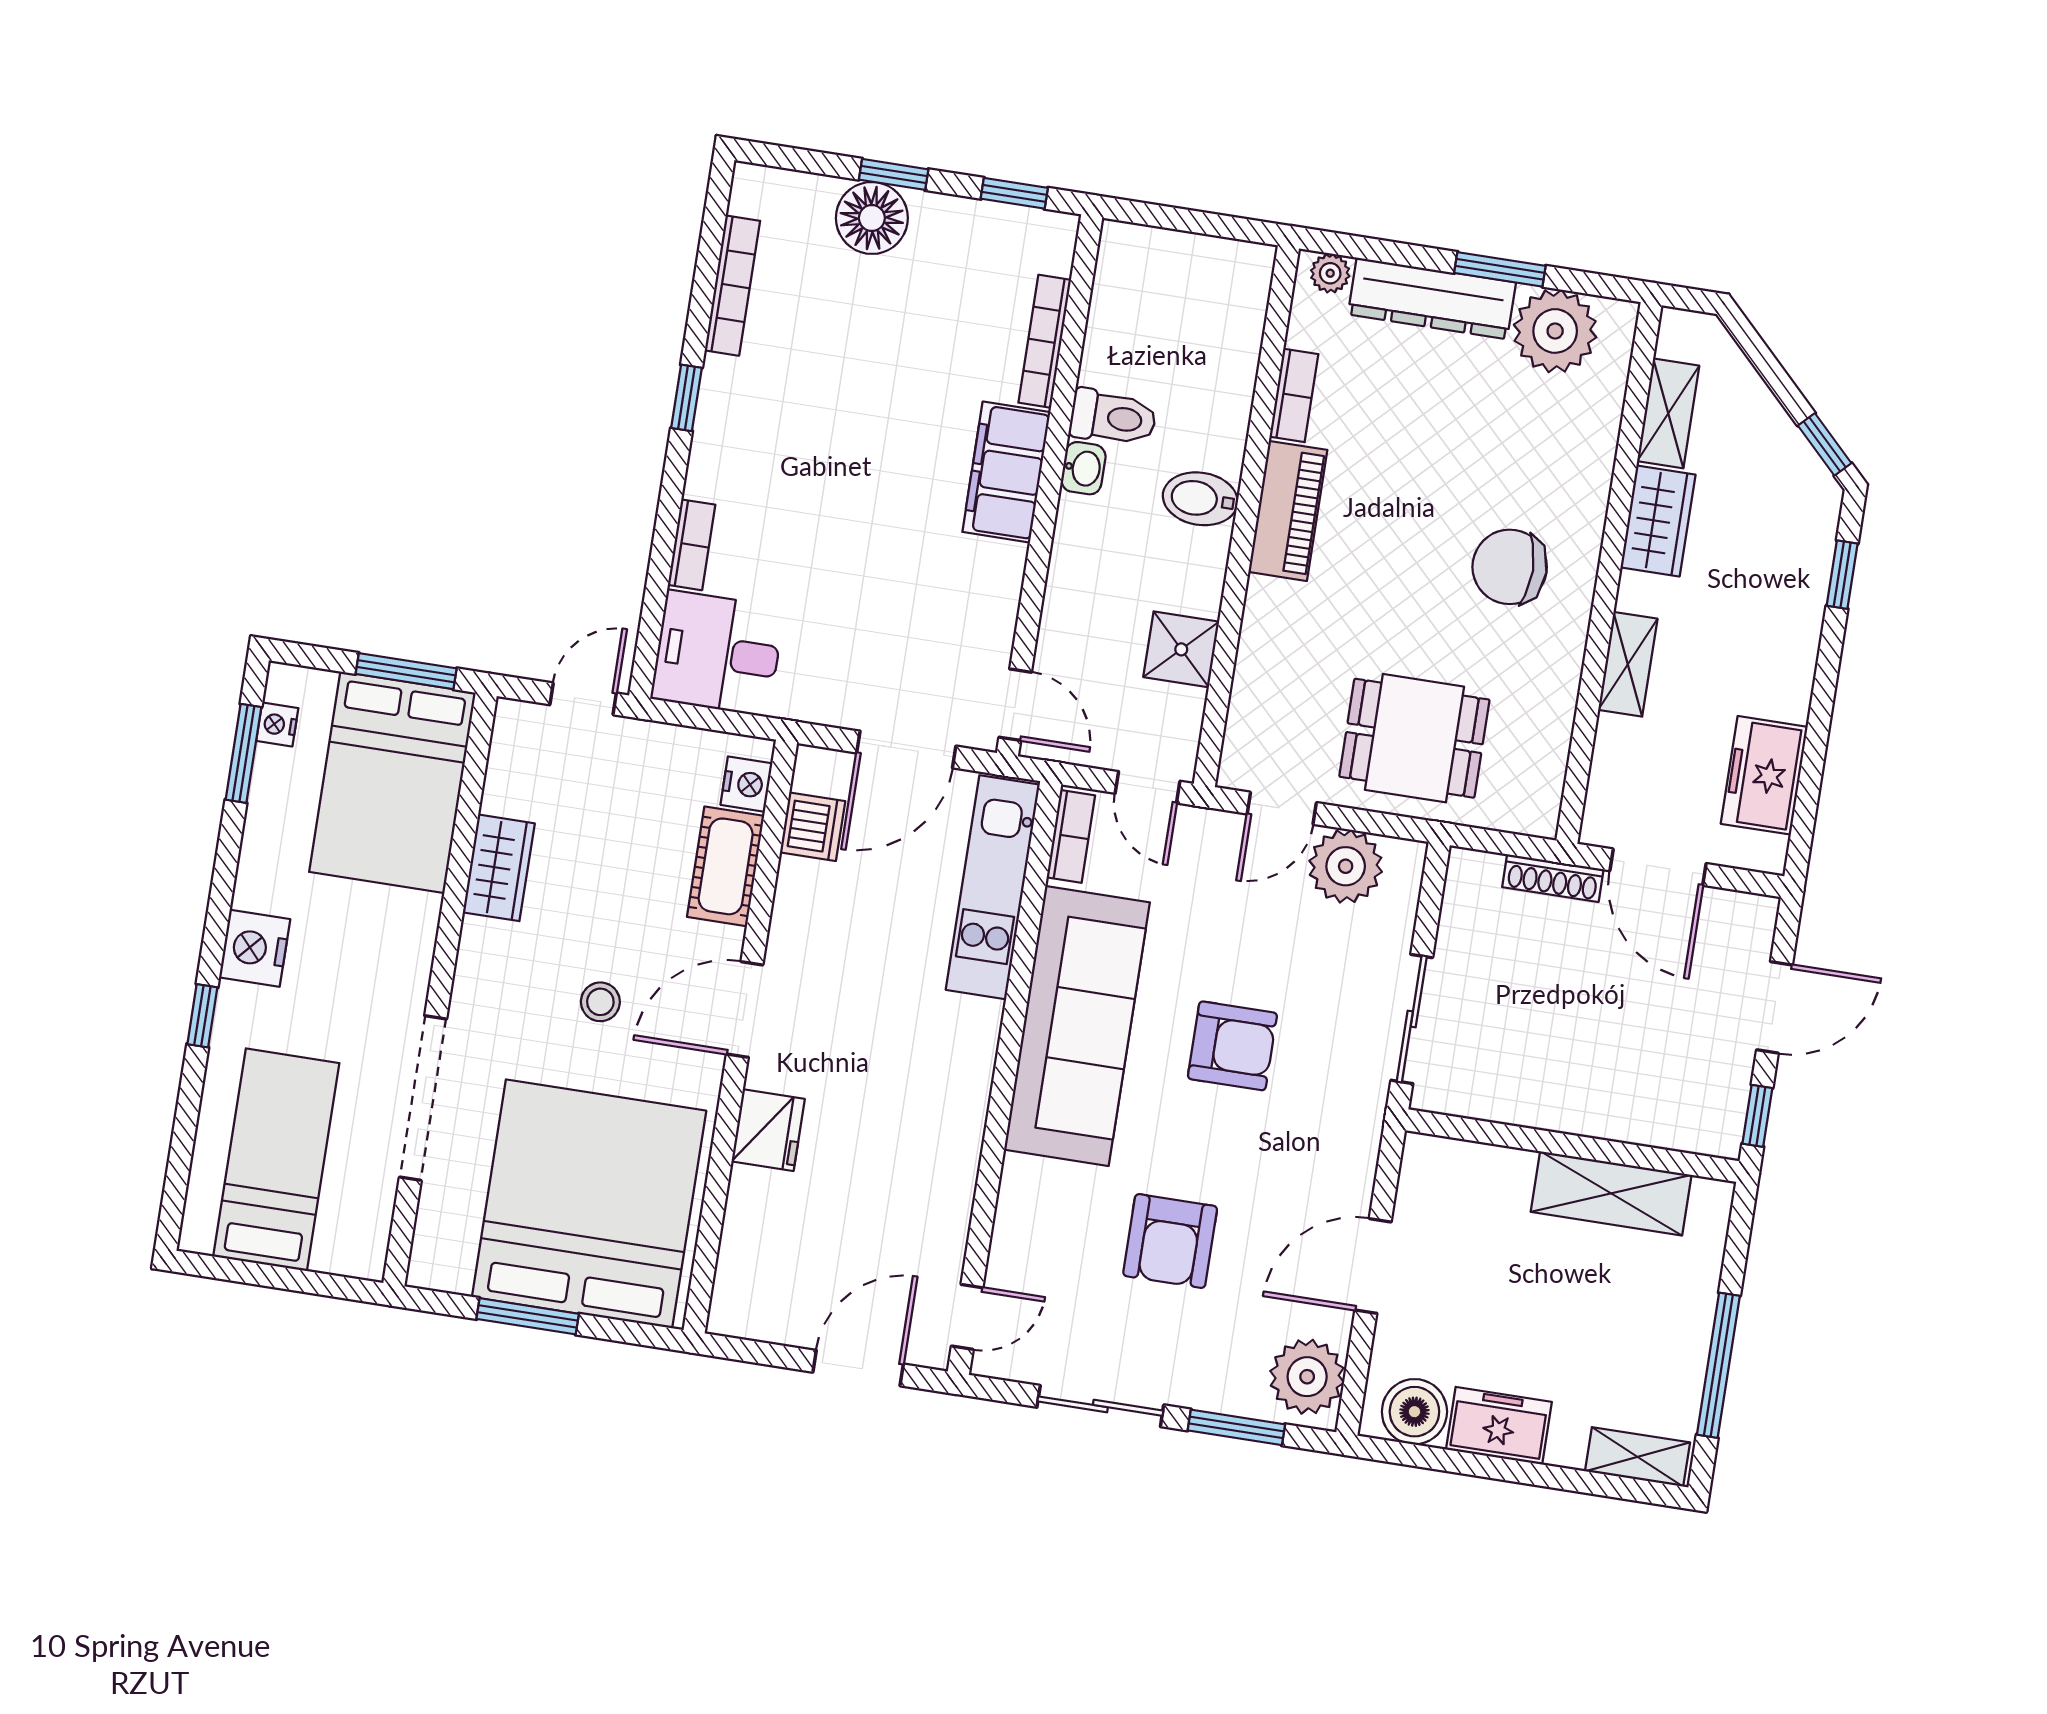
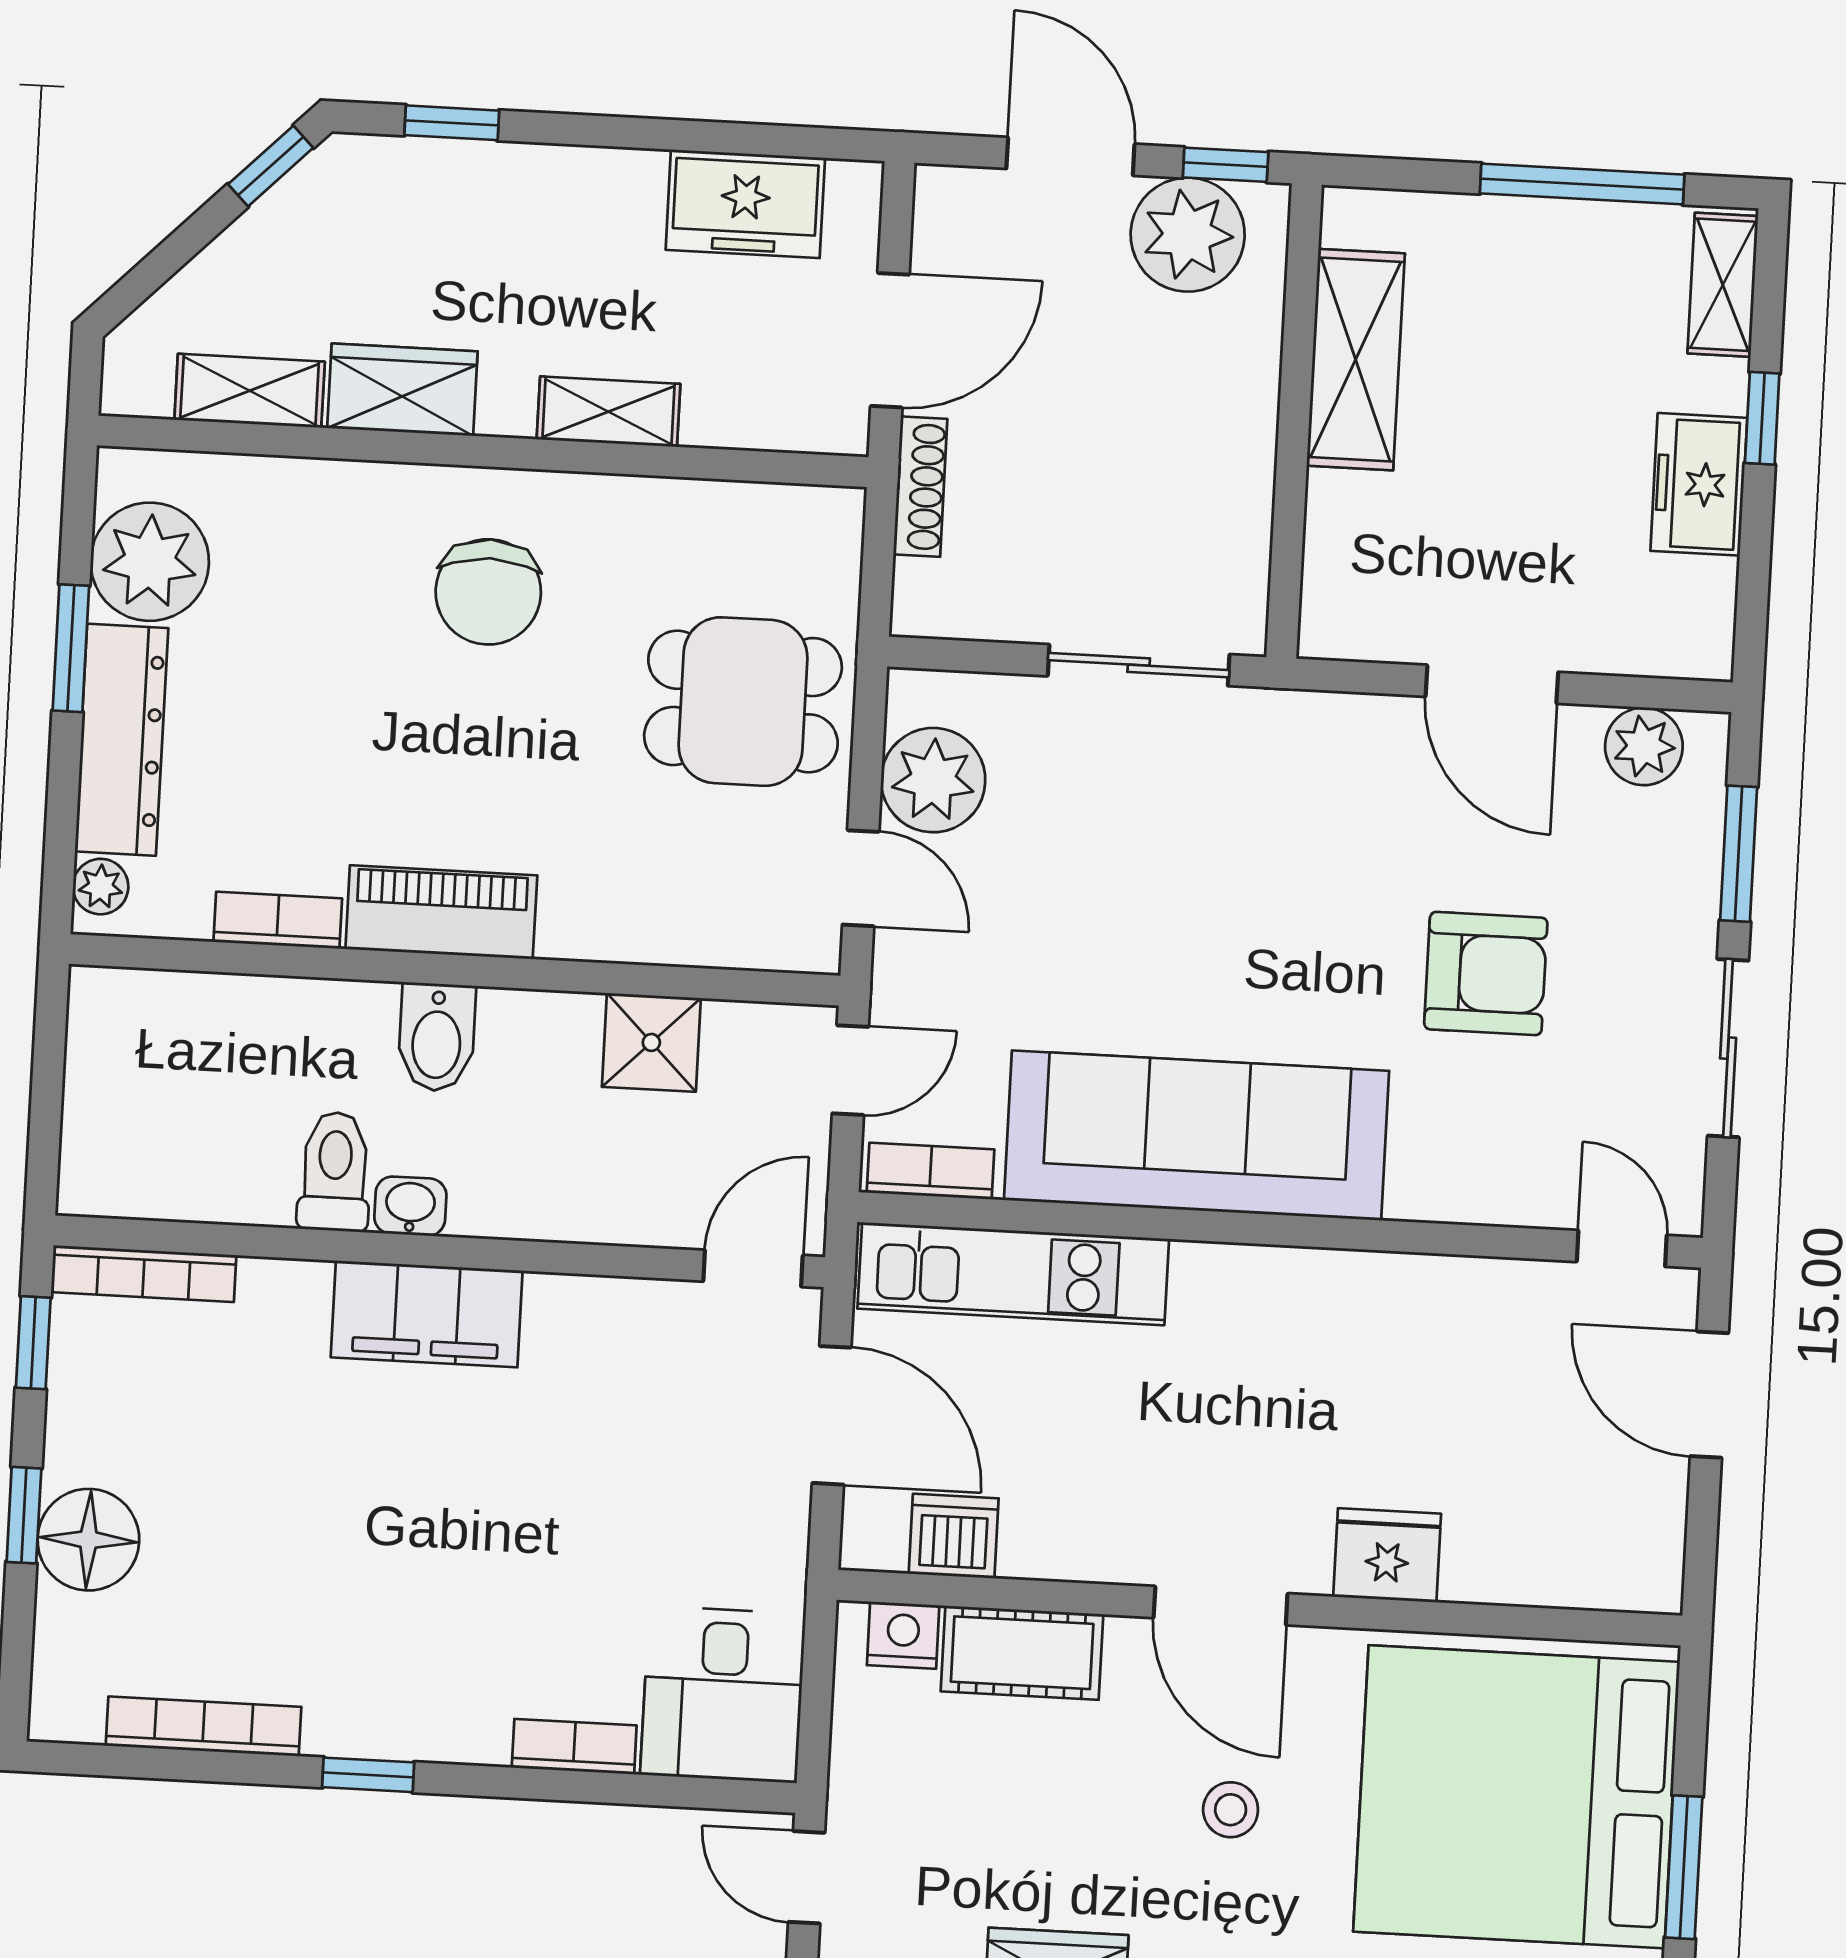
bookcase: (1045, 341) -> (144, 1274), moved
dining table: (1414, 738) -> (743, 702), turned 90
armchair: (1232, 1046) -> (1202, 914), removed
plant: (1711, 1084) -> (1188, 235), added
plant: (1307, 1377) -> (1644, 746), width x0.73, depth x0.73
boiler: (1414, 1412) -> (1691, 605), removed
window: (1541, 1475) -> (1762, 418), added

